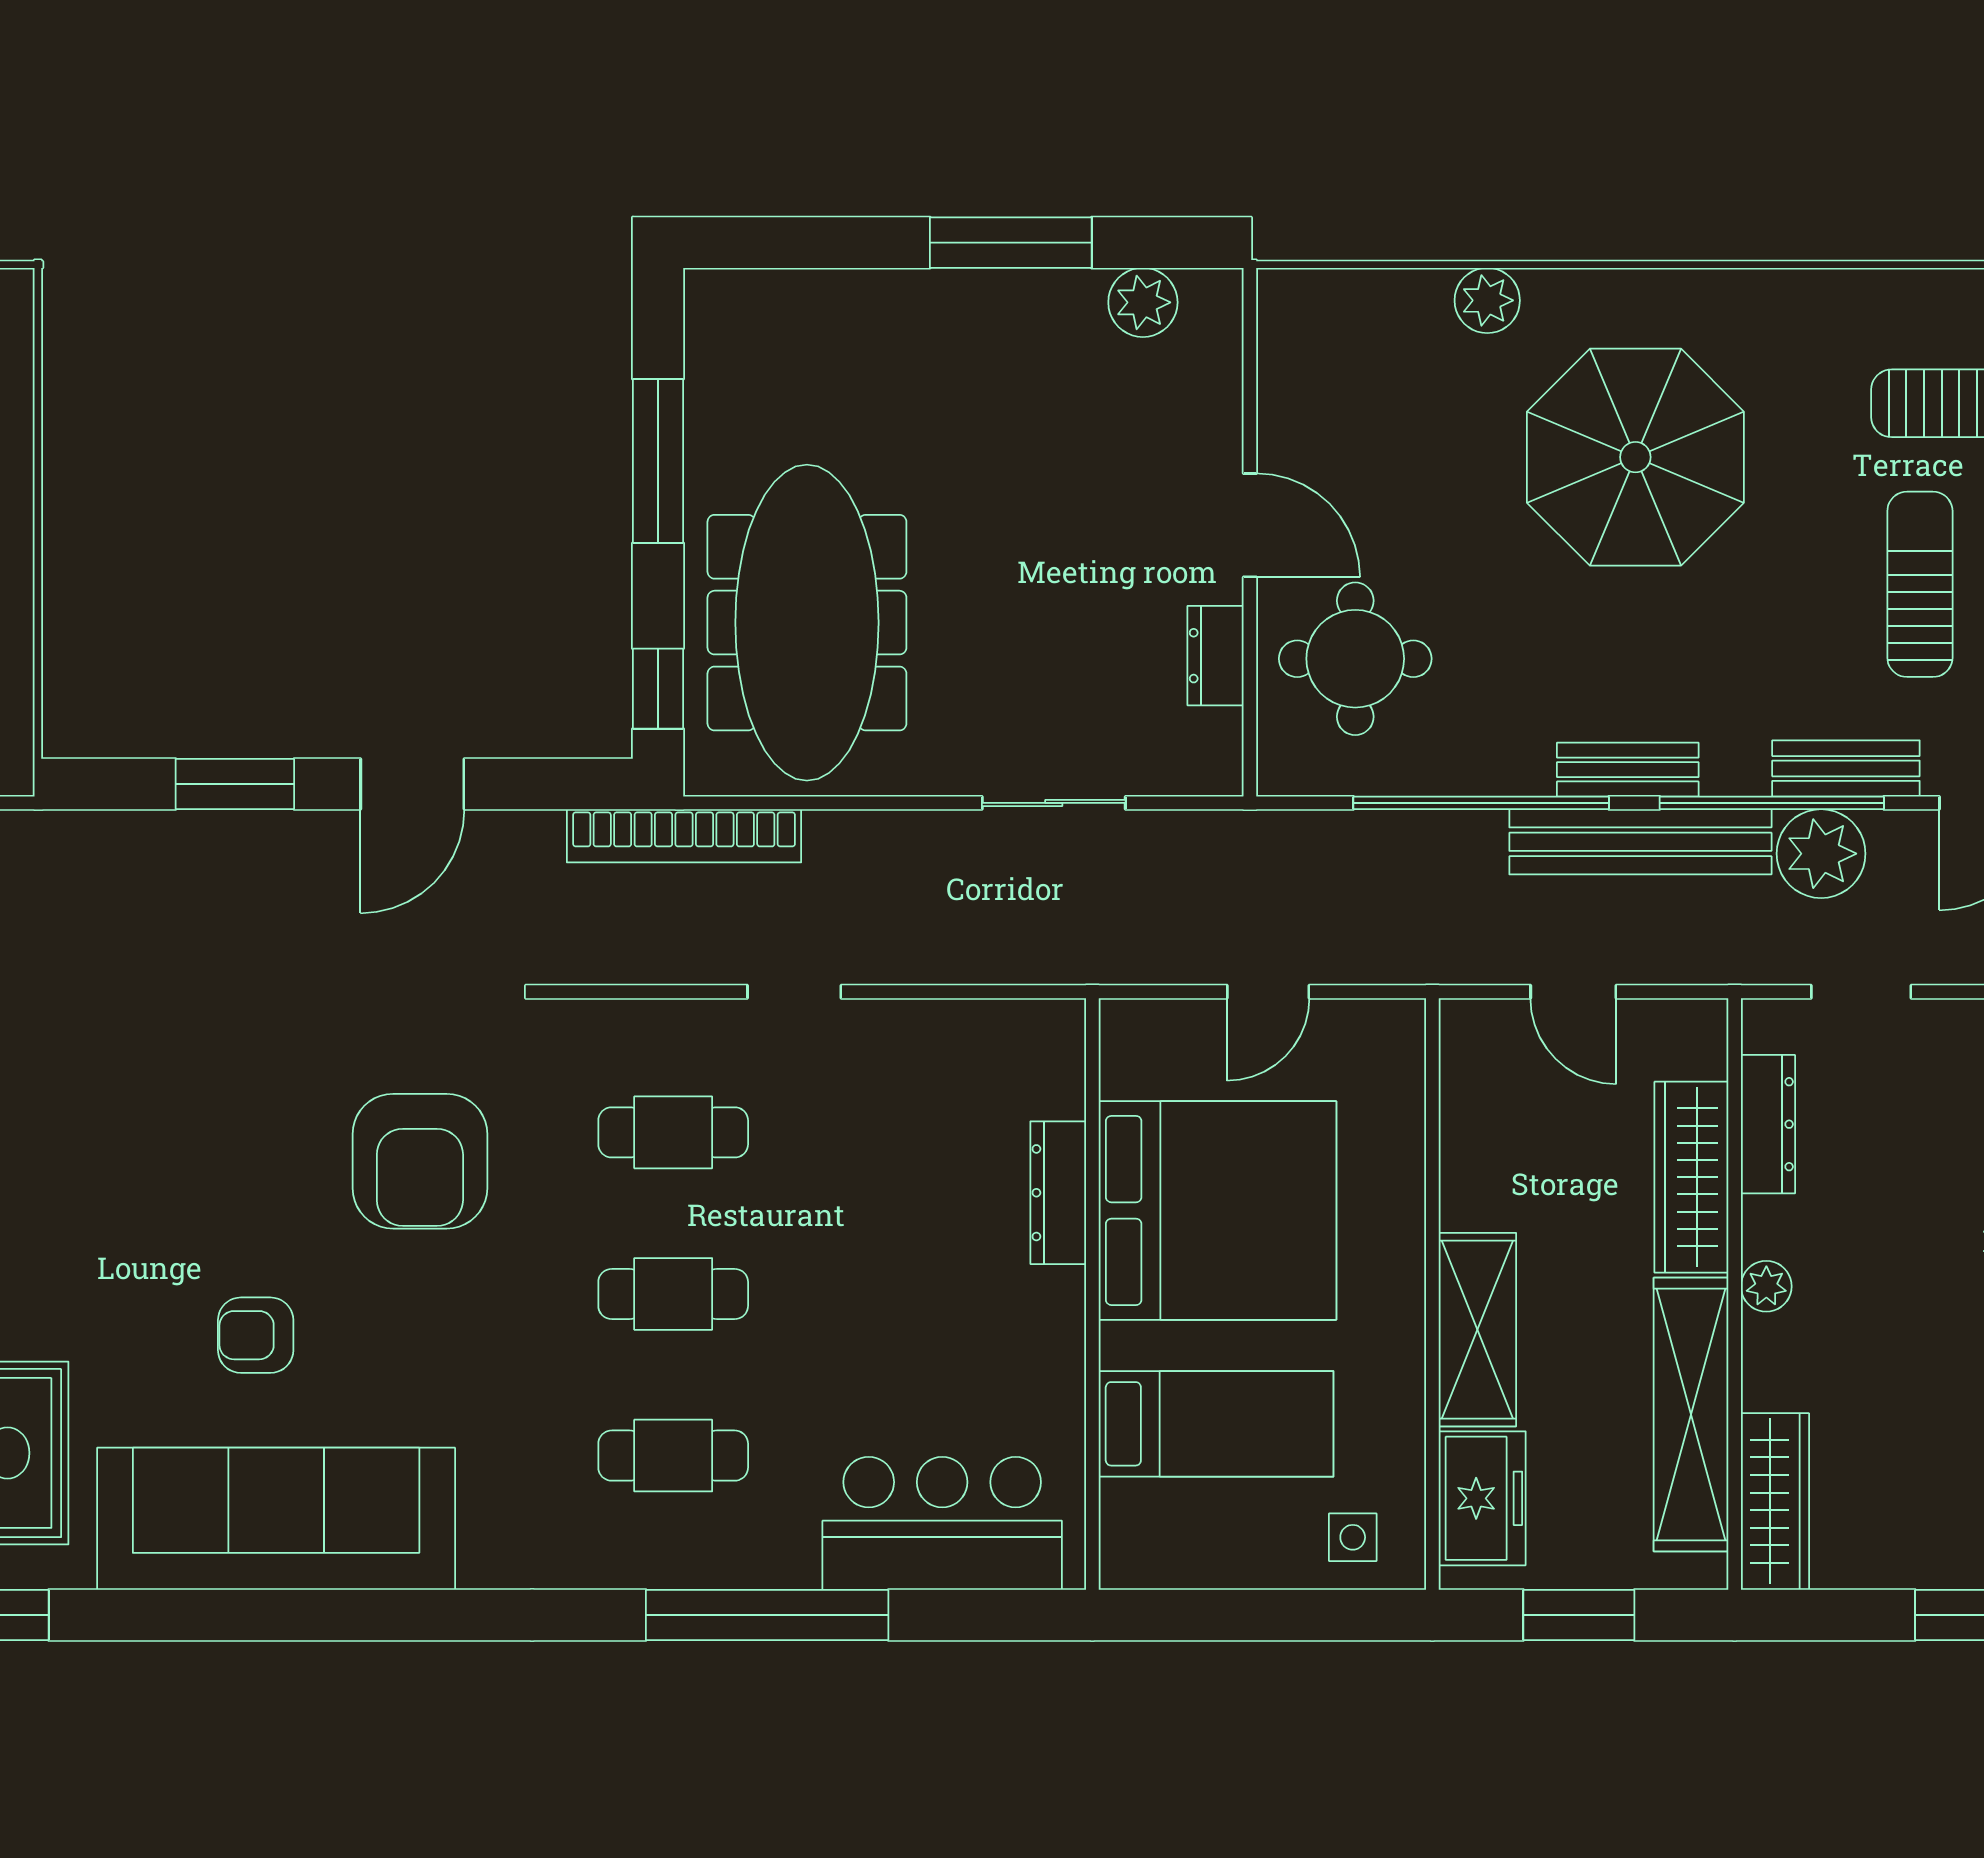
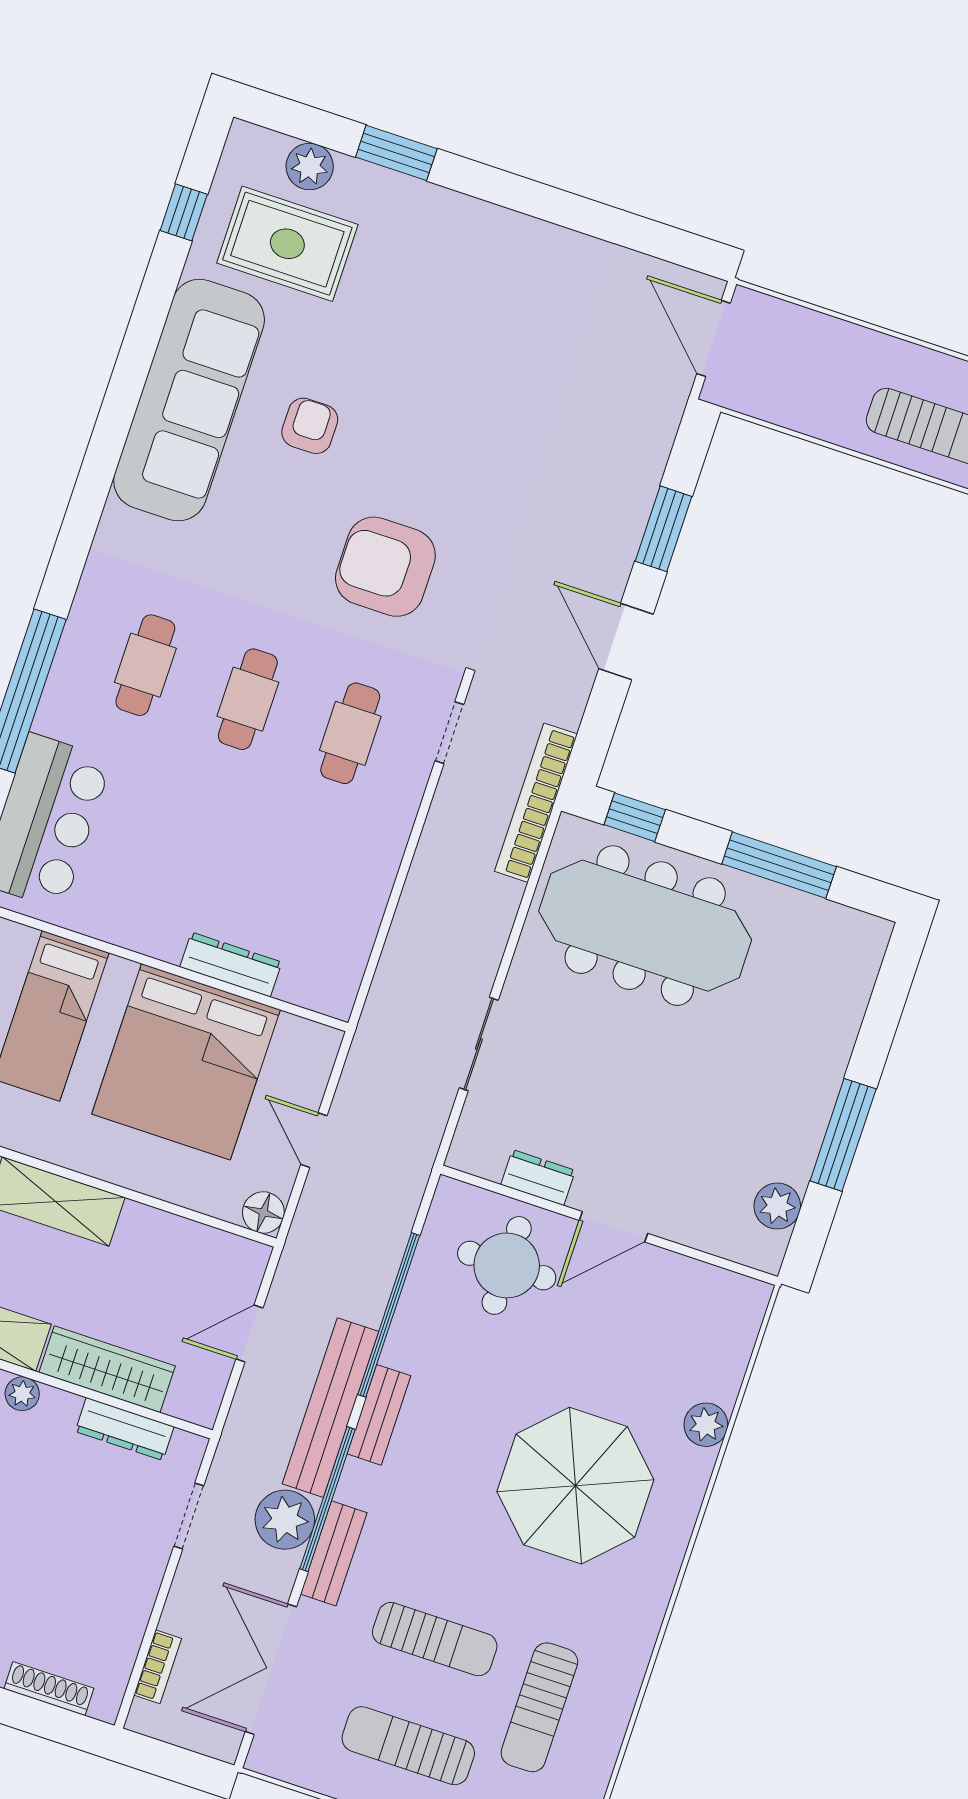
doorway: (794, 992) -> (449, 733), moved
floor lamp: (1395, 1029) -> (263, 1213), added

